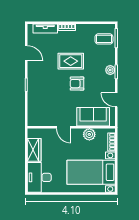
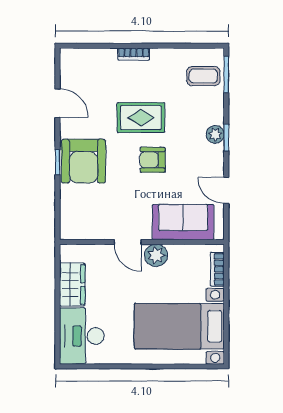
tv unit: (45, 29) -> (93, 57), removed
armchair: (40, 84) -> (84, 161), added
plant: (89, 134) -> (156, 255), moved

